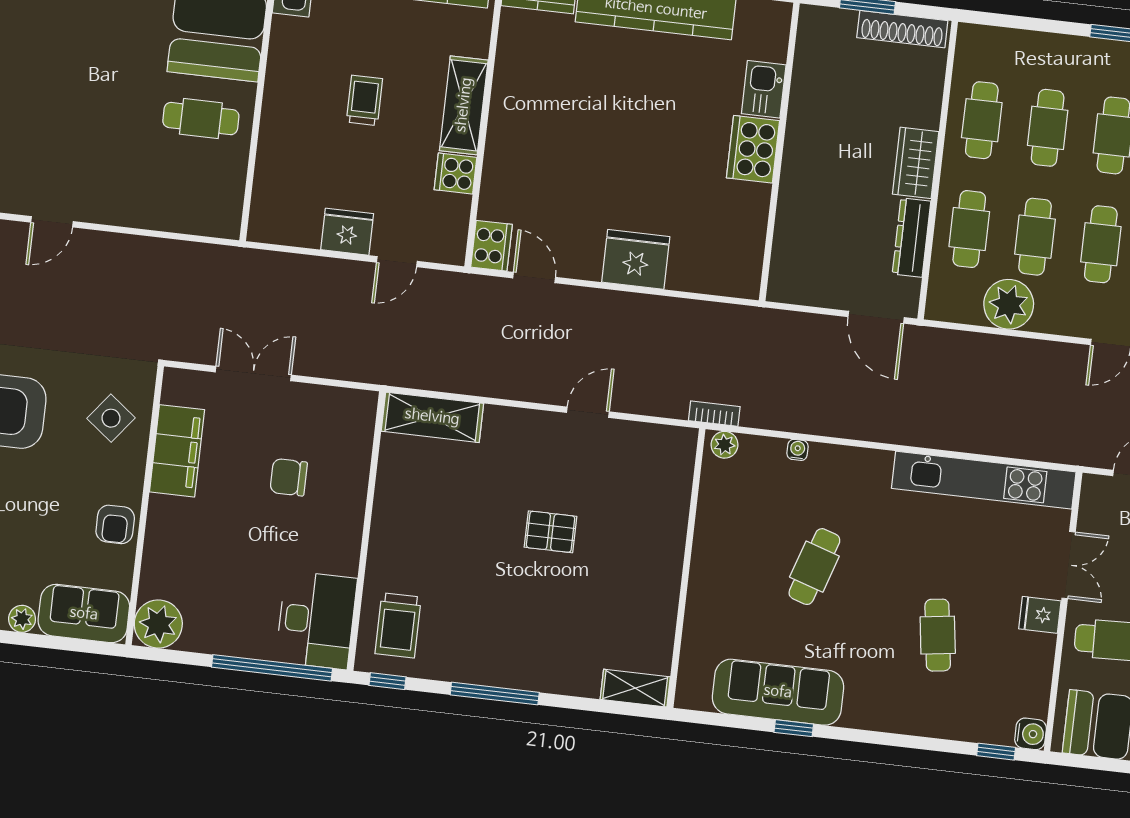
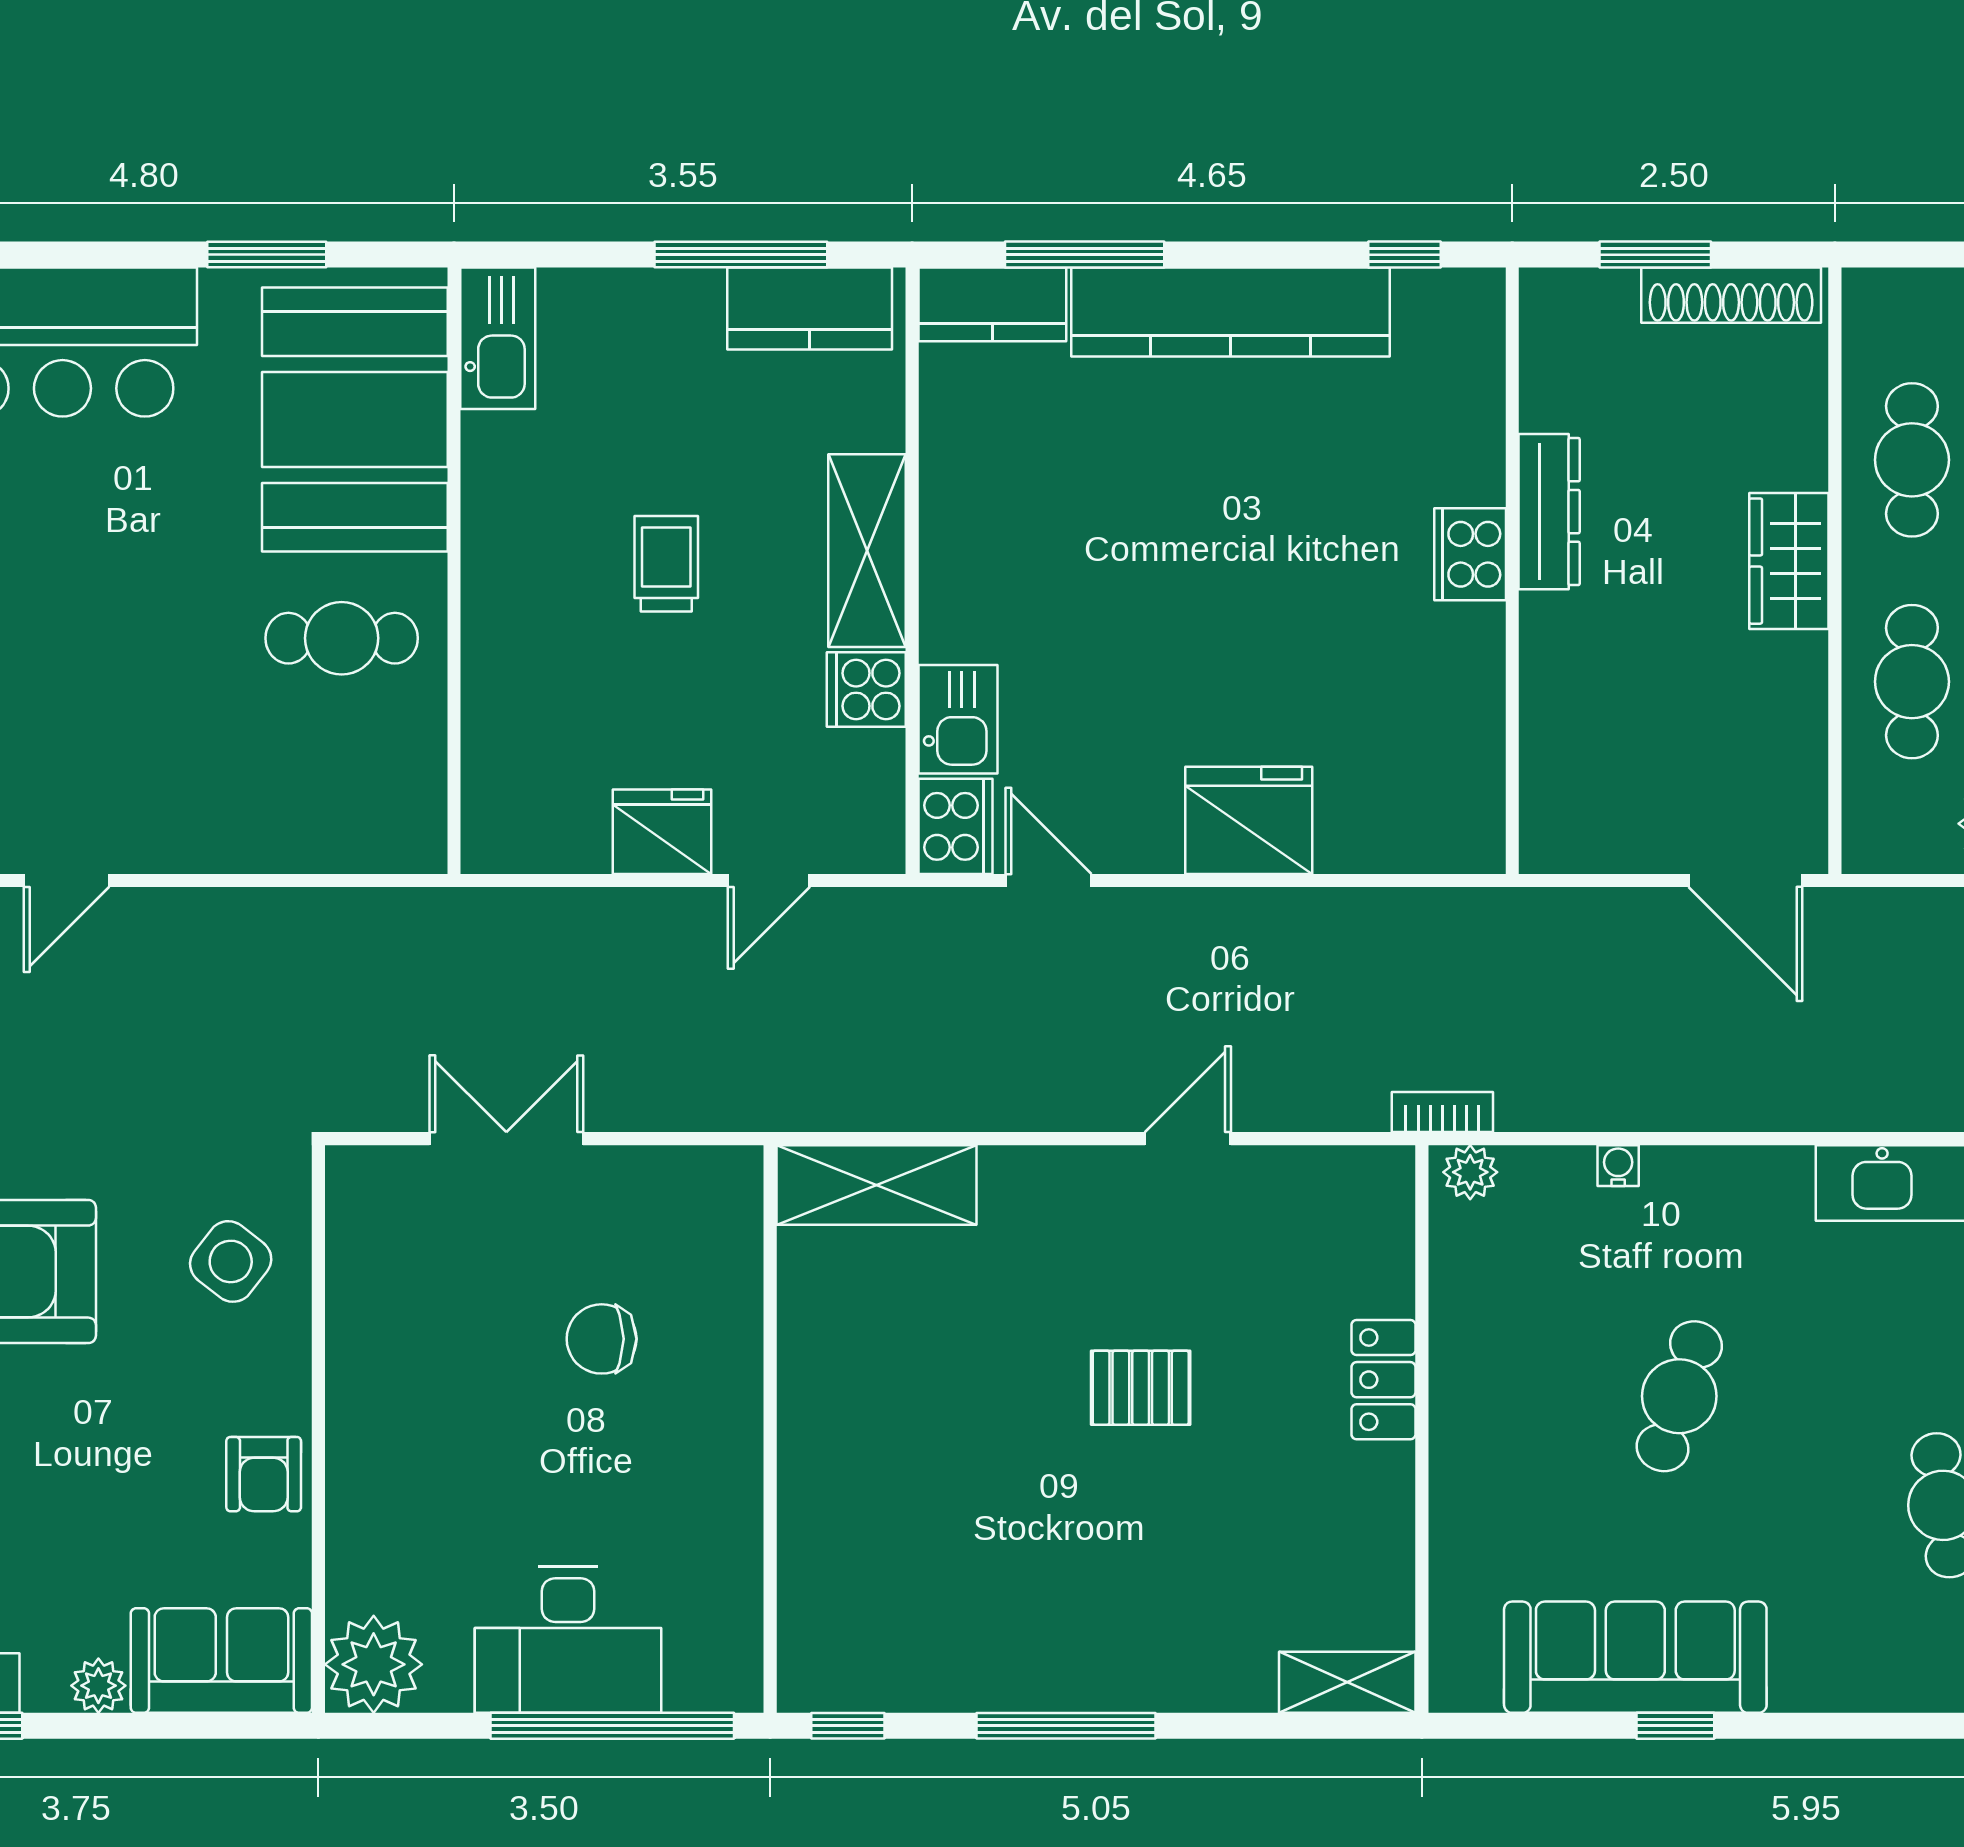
kitchen sink: (764, 89) -> (958, 719), moved, turned 180
cooker: (753, 149) -> (1470, 554), width x0.73, depth x0.76
dresser: (912, 238) -> (1549, 512), moved, turned 180
filing cabinet: (177, 451) -> (371, 1312), removed
locker: (670, 542) -> (1383, 1380), added
desk: (316, 620) -> (568, 1640), moved, turned 90
trolley: (398, 625) -> (856, 1611), removed

